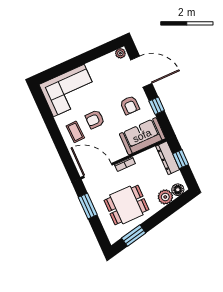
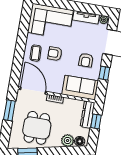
tv unit: (101, 63) -> (86, 17), added
dining table: (126, 205) -> (37, 128), turned 90

